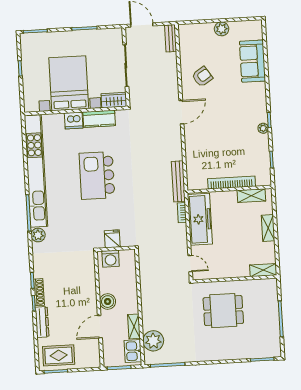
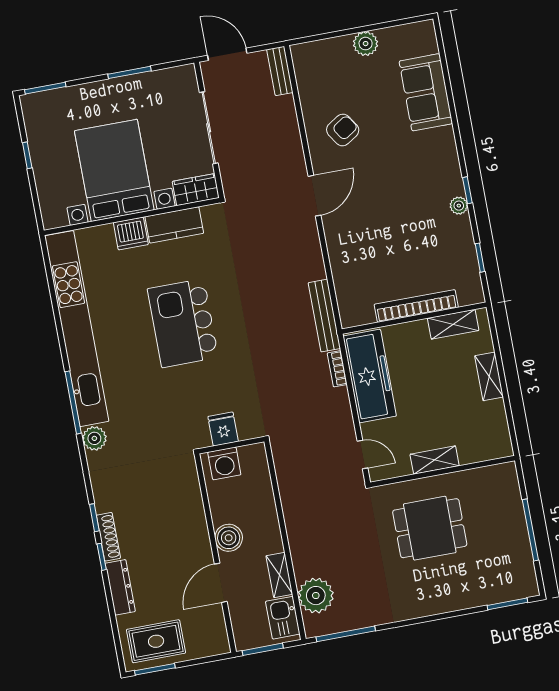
shelving: (263, 270) -> (435, 460), moved

